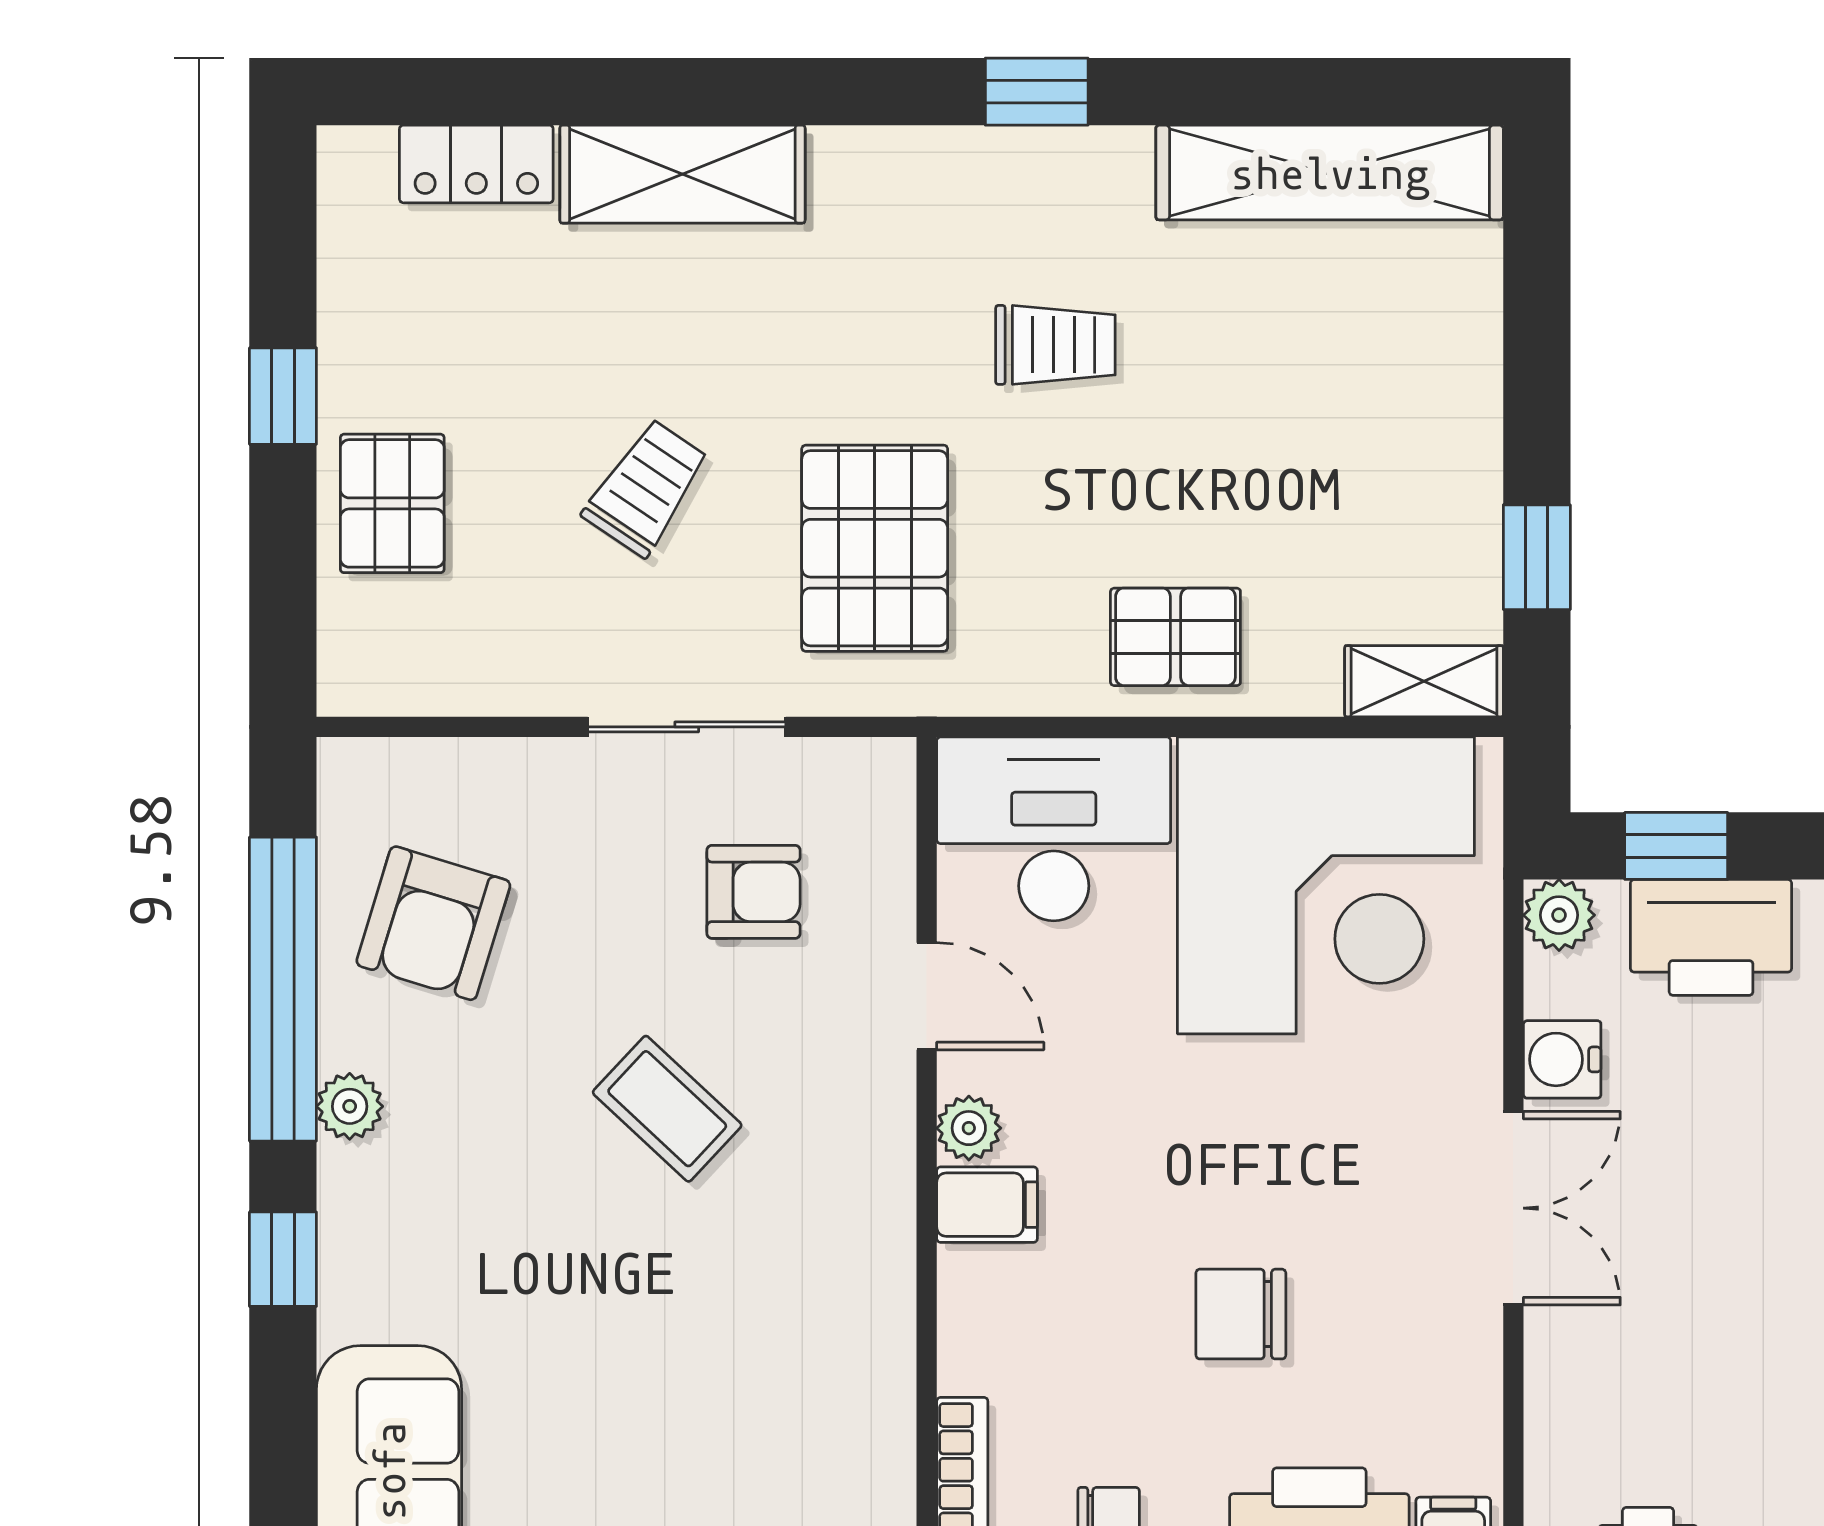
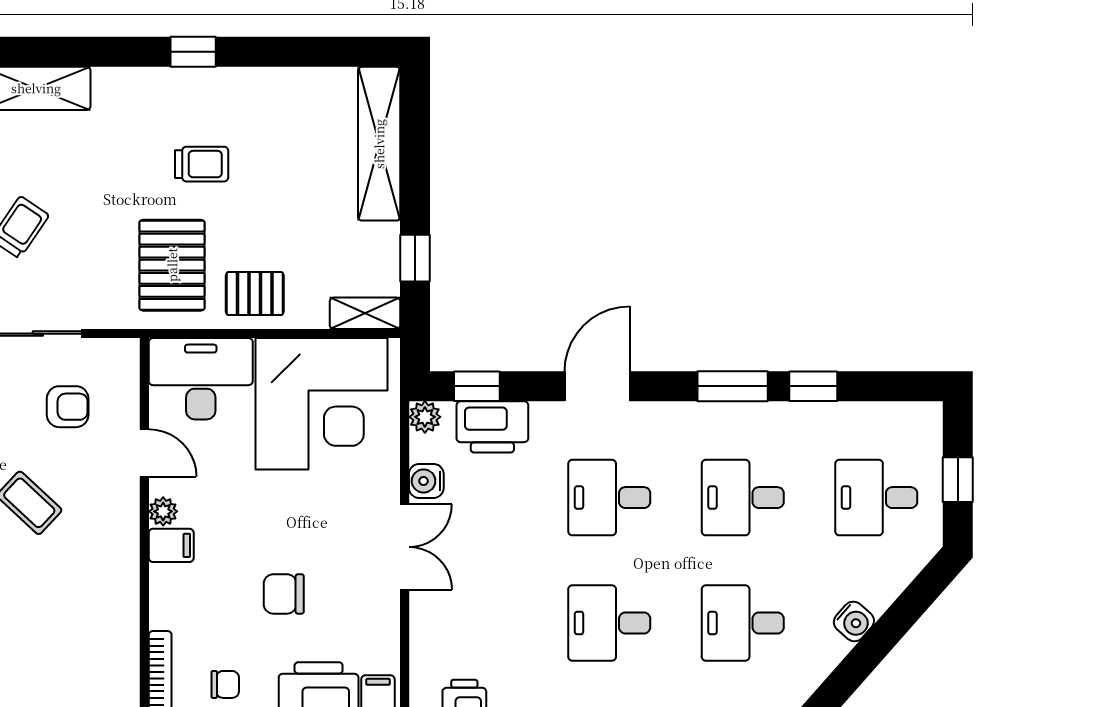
shelving: (1330, 173) -> (379, 144), moved, turned 90
pallet: (875, 548) -> (172, 265), moved

